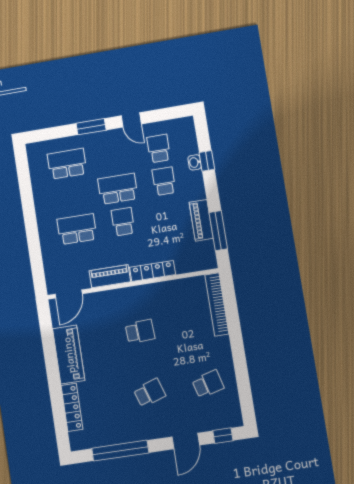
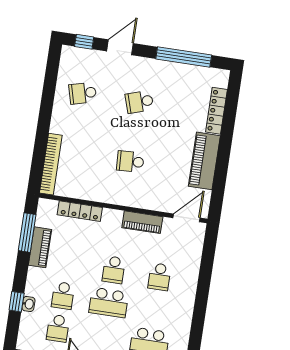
school desk: (77, 229) -> (159, 277), width x0.54
locker: (152, 271) -> (80, 211), moved

